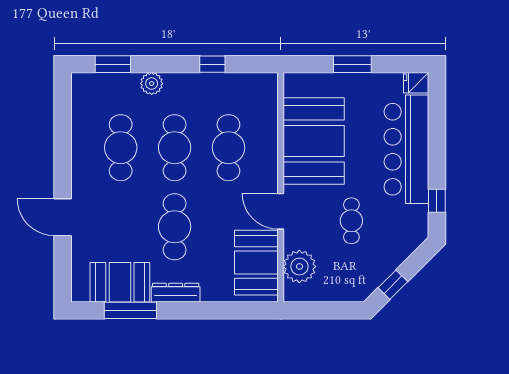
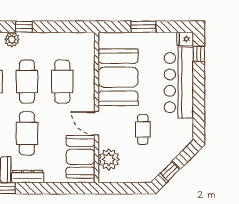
window: (212, 64) -> (24, 27), moved
window: (437, 201) -> (199, 54), moved

